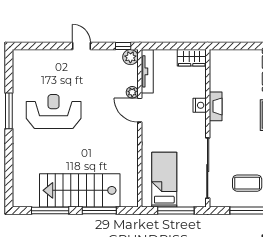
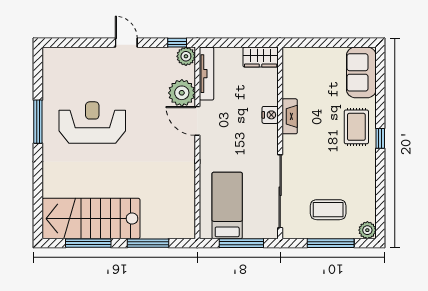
plant: (132, 92) -> (182, 93), width x1.88, depth x1.88
stairs: (80, 190) -> (91, 219), moved

